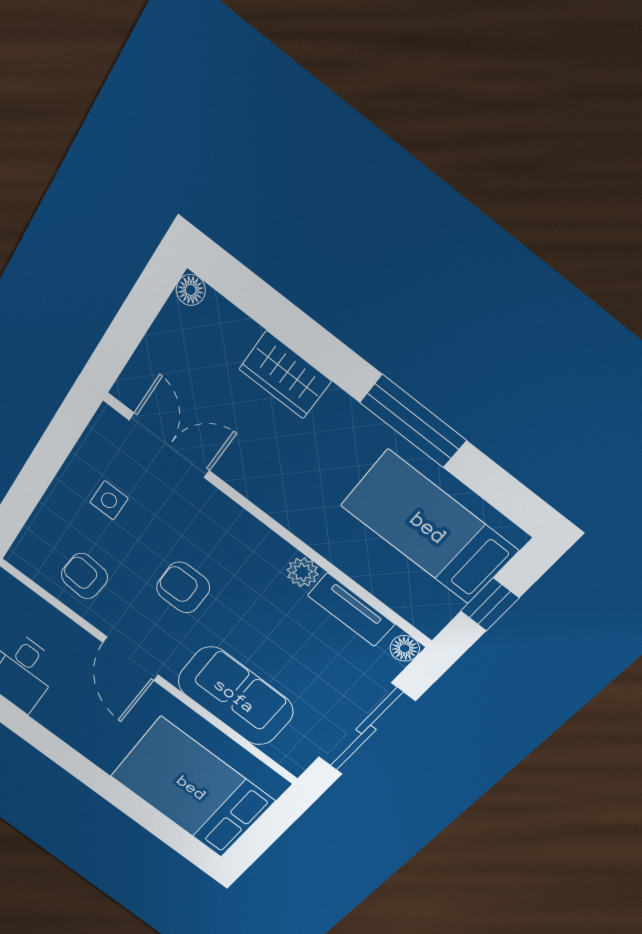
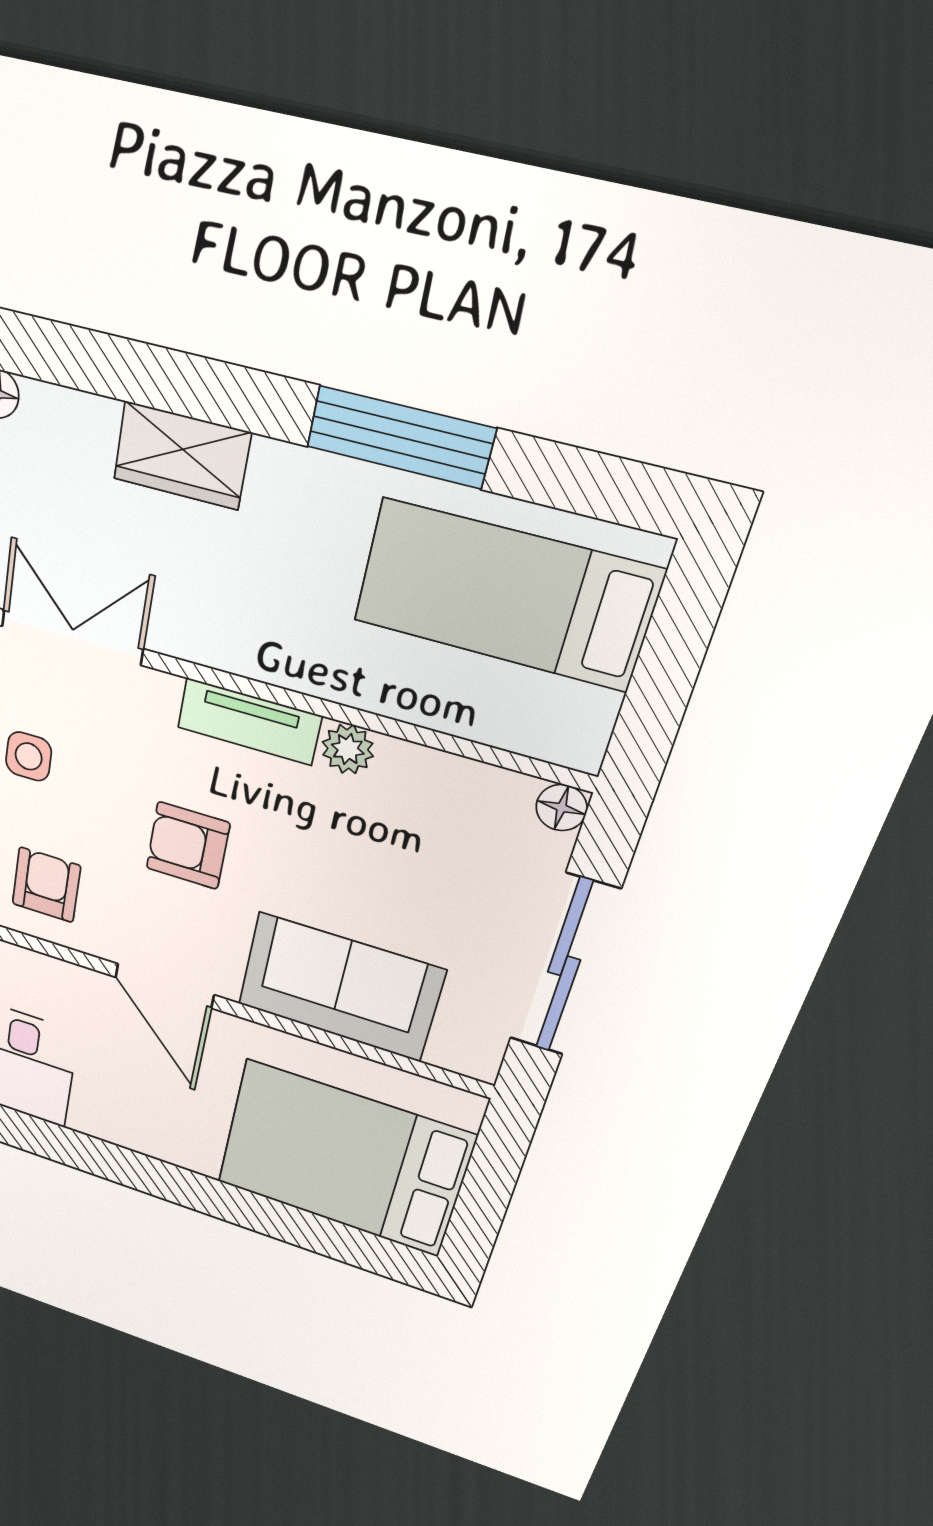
armchair: (84, 576) -> (46, 885), turned 85
window: (490, 605) -> (663, 679), removed
tv unit: (351, 610) -> (249, 722), moved

